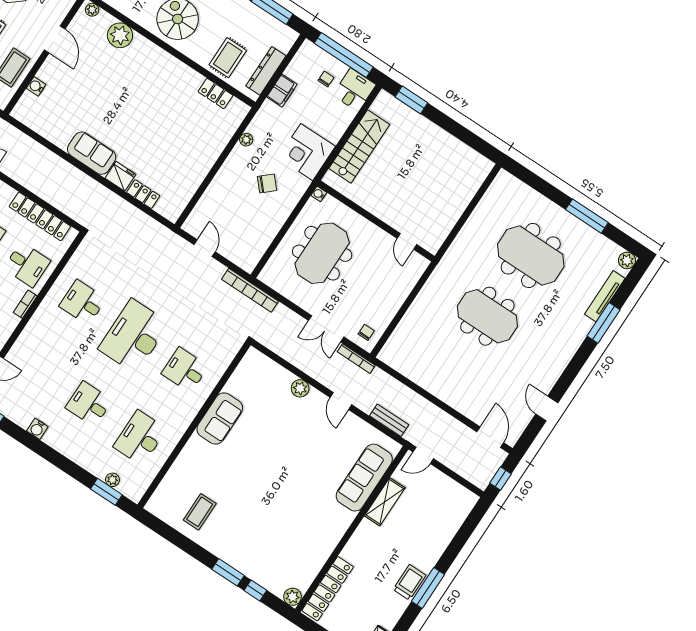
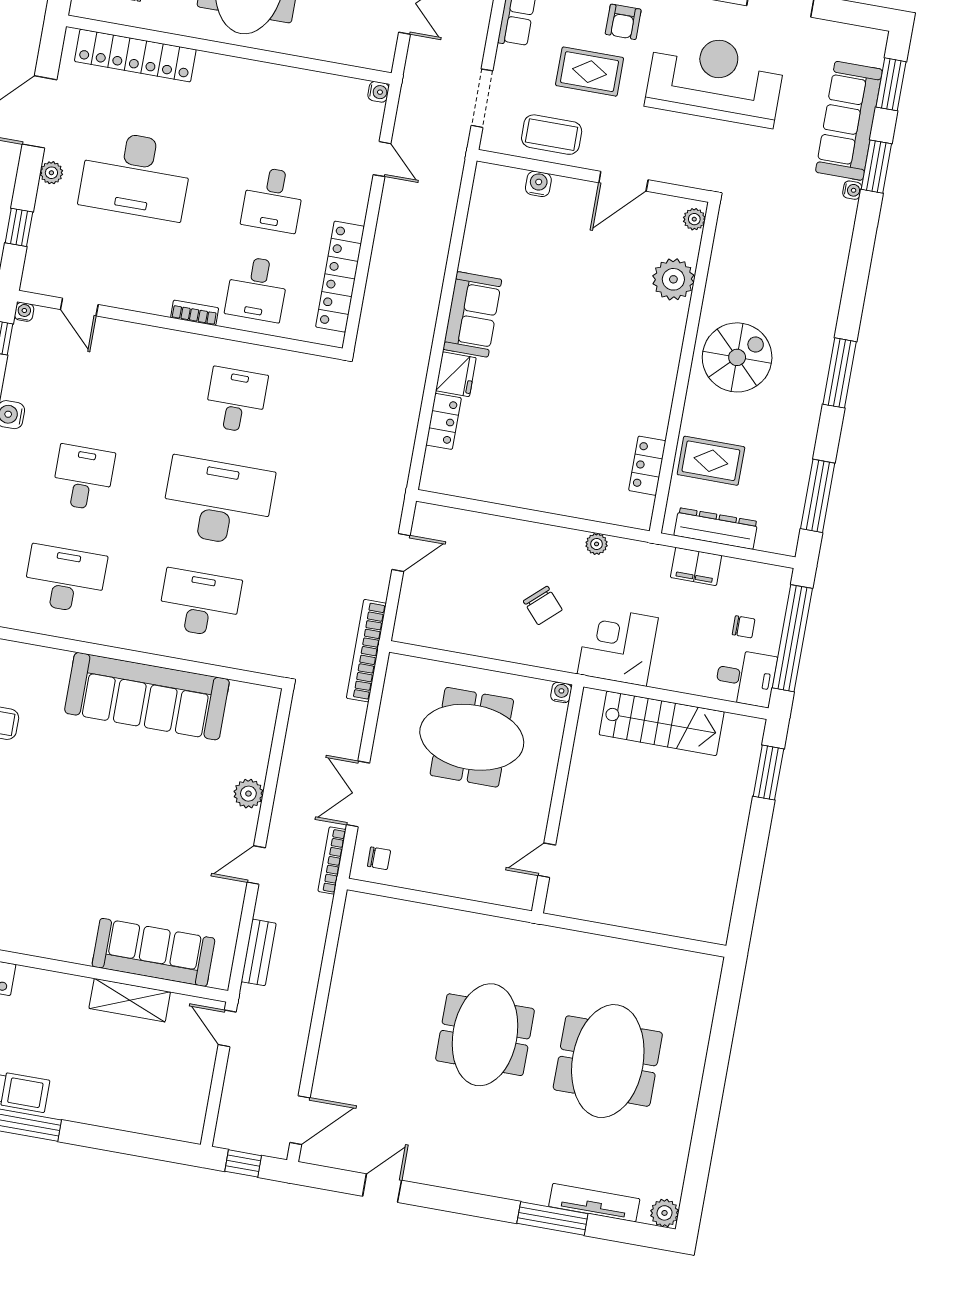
window: (587, 216) -> (706, 1121), removed
desk: (185, 370) -> (200, 603), width x1.37
sofa: (220, 418) -> (147, 696), width x1.85, depth x1.27

